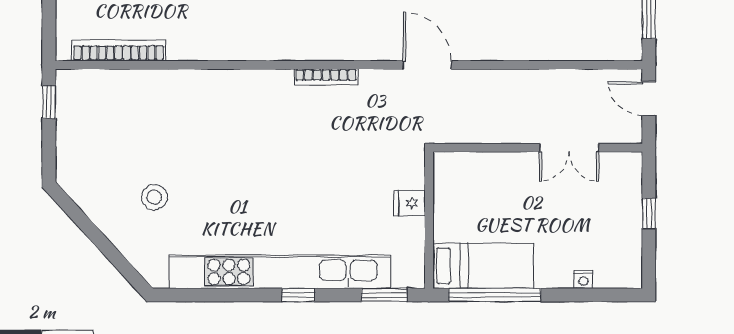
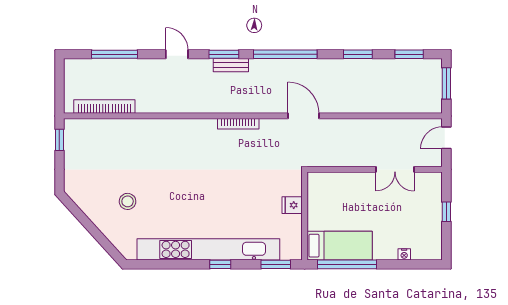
door: (649, 99) -> (446, 138), hinge flipped

